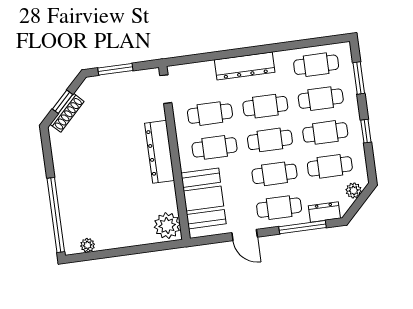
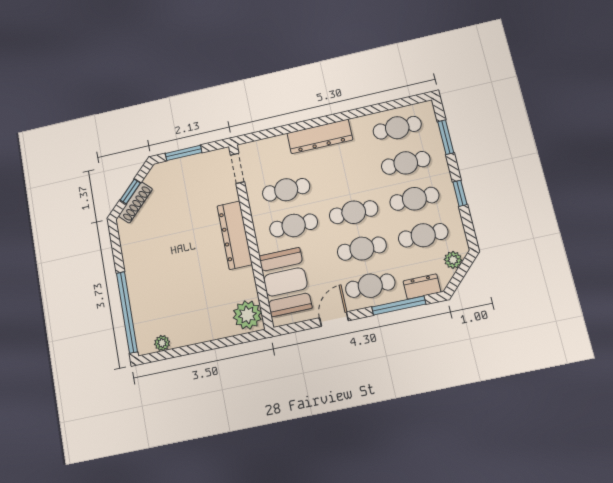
cafe table: (265, 106) -> (346, 176), removed
door: (245, 235) -> (334, 319), swing flipped

